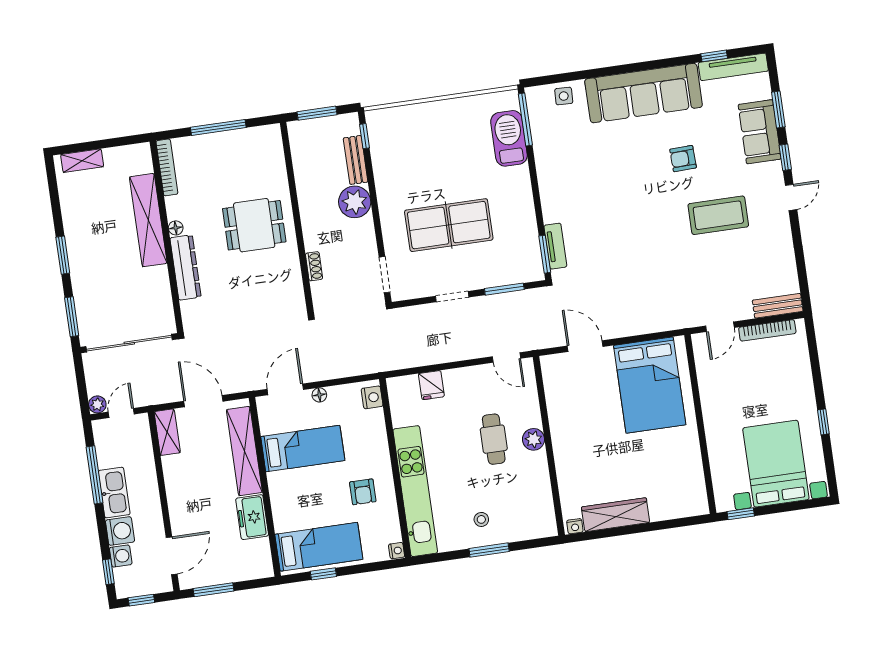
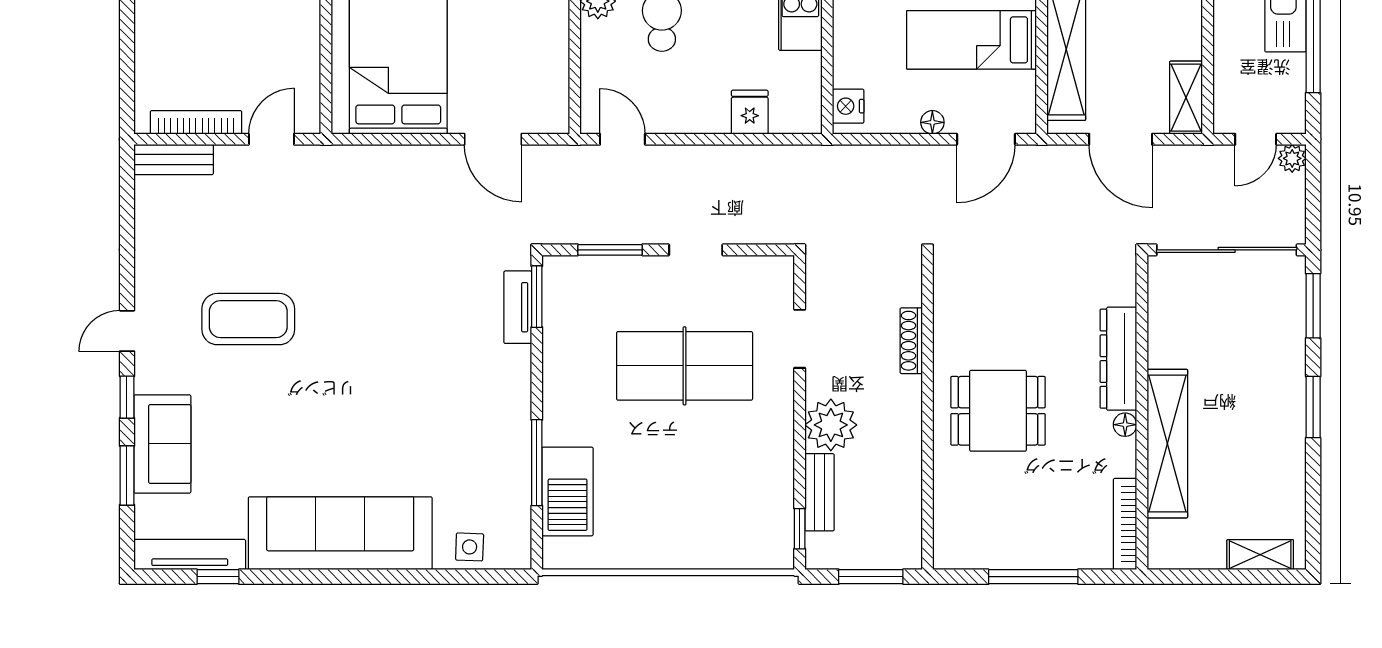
window: (525, 119) -> (537, 463), moved
armchair: (683, 159) -> (292, 419), removed
shoe rack: (314, 266) -> (911, 341), width x1.43
doorway: (385, 275) -> (800, 339), moved

